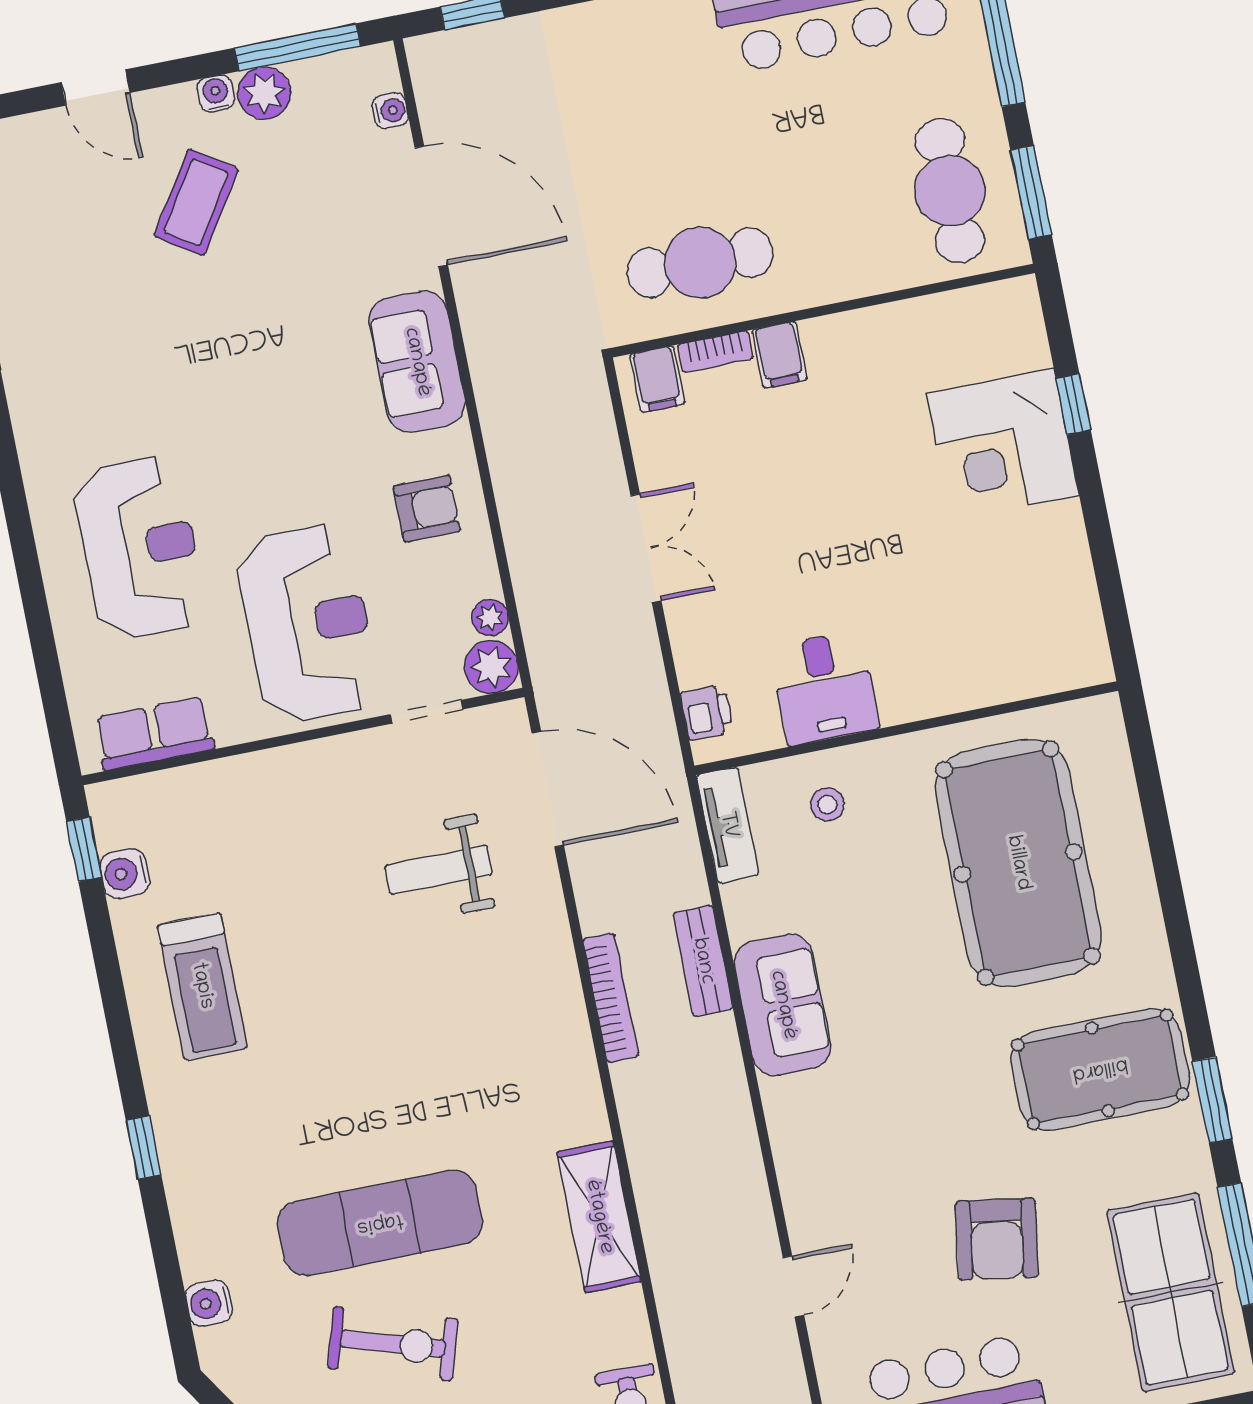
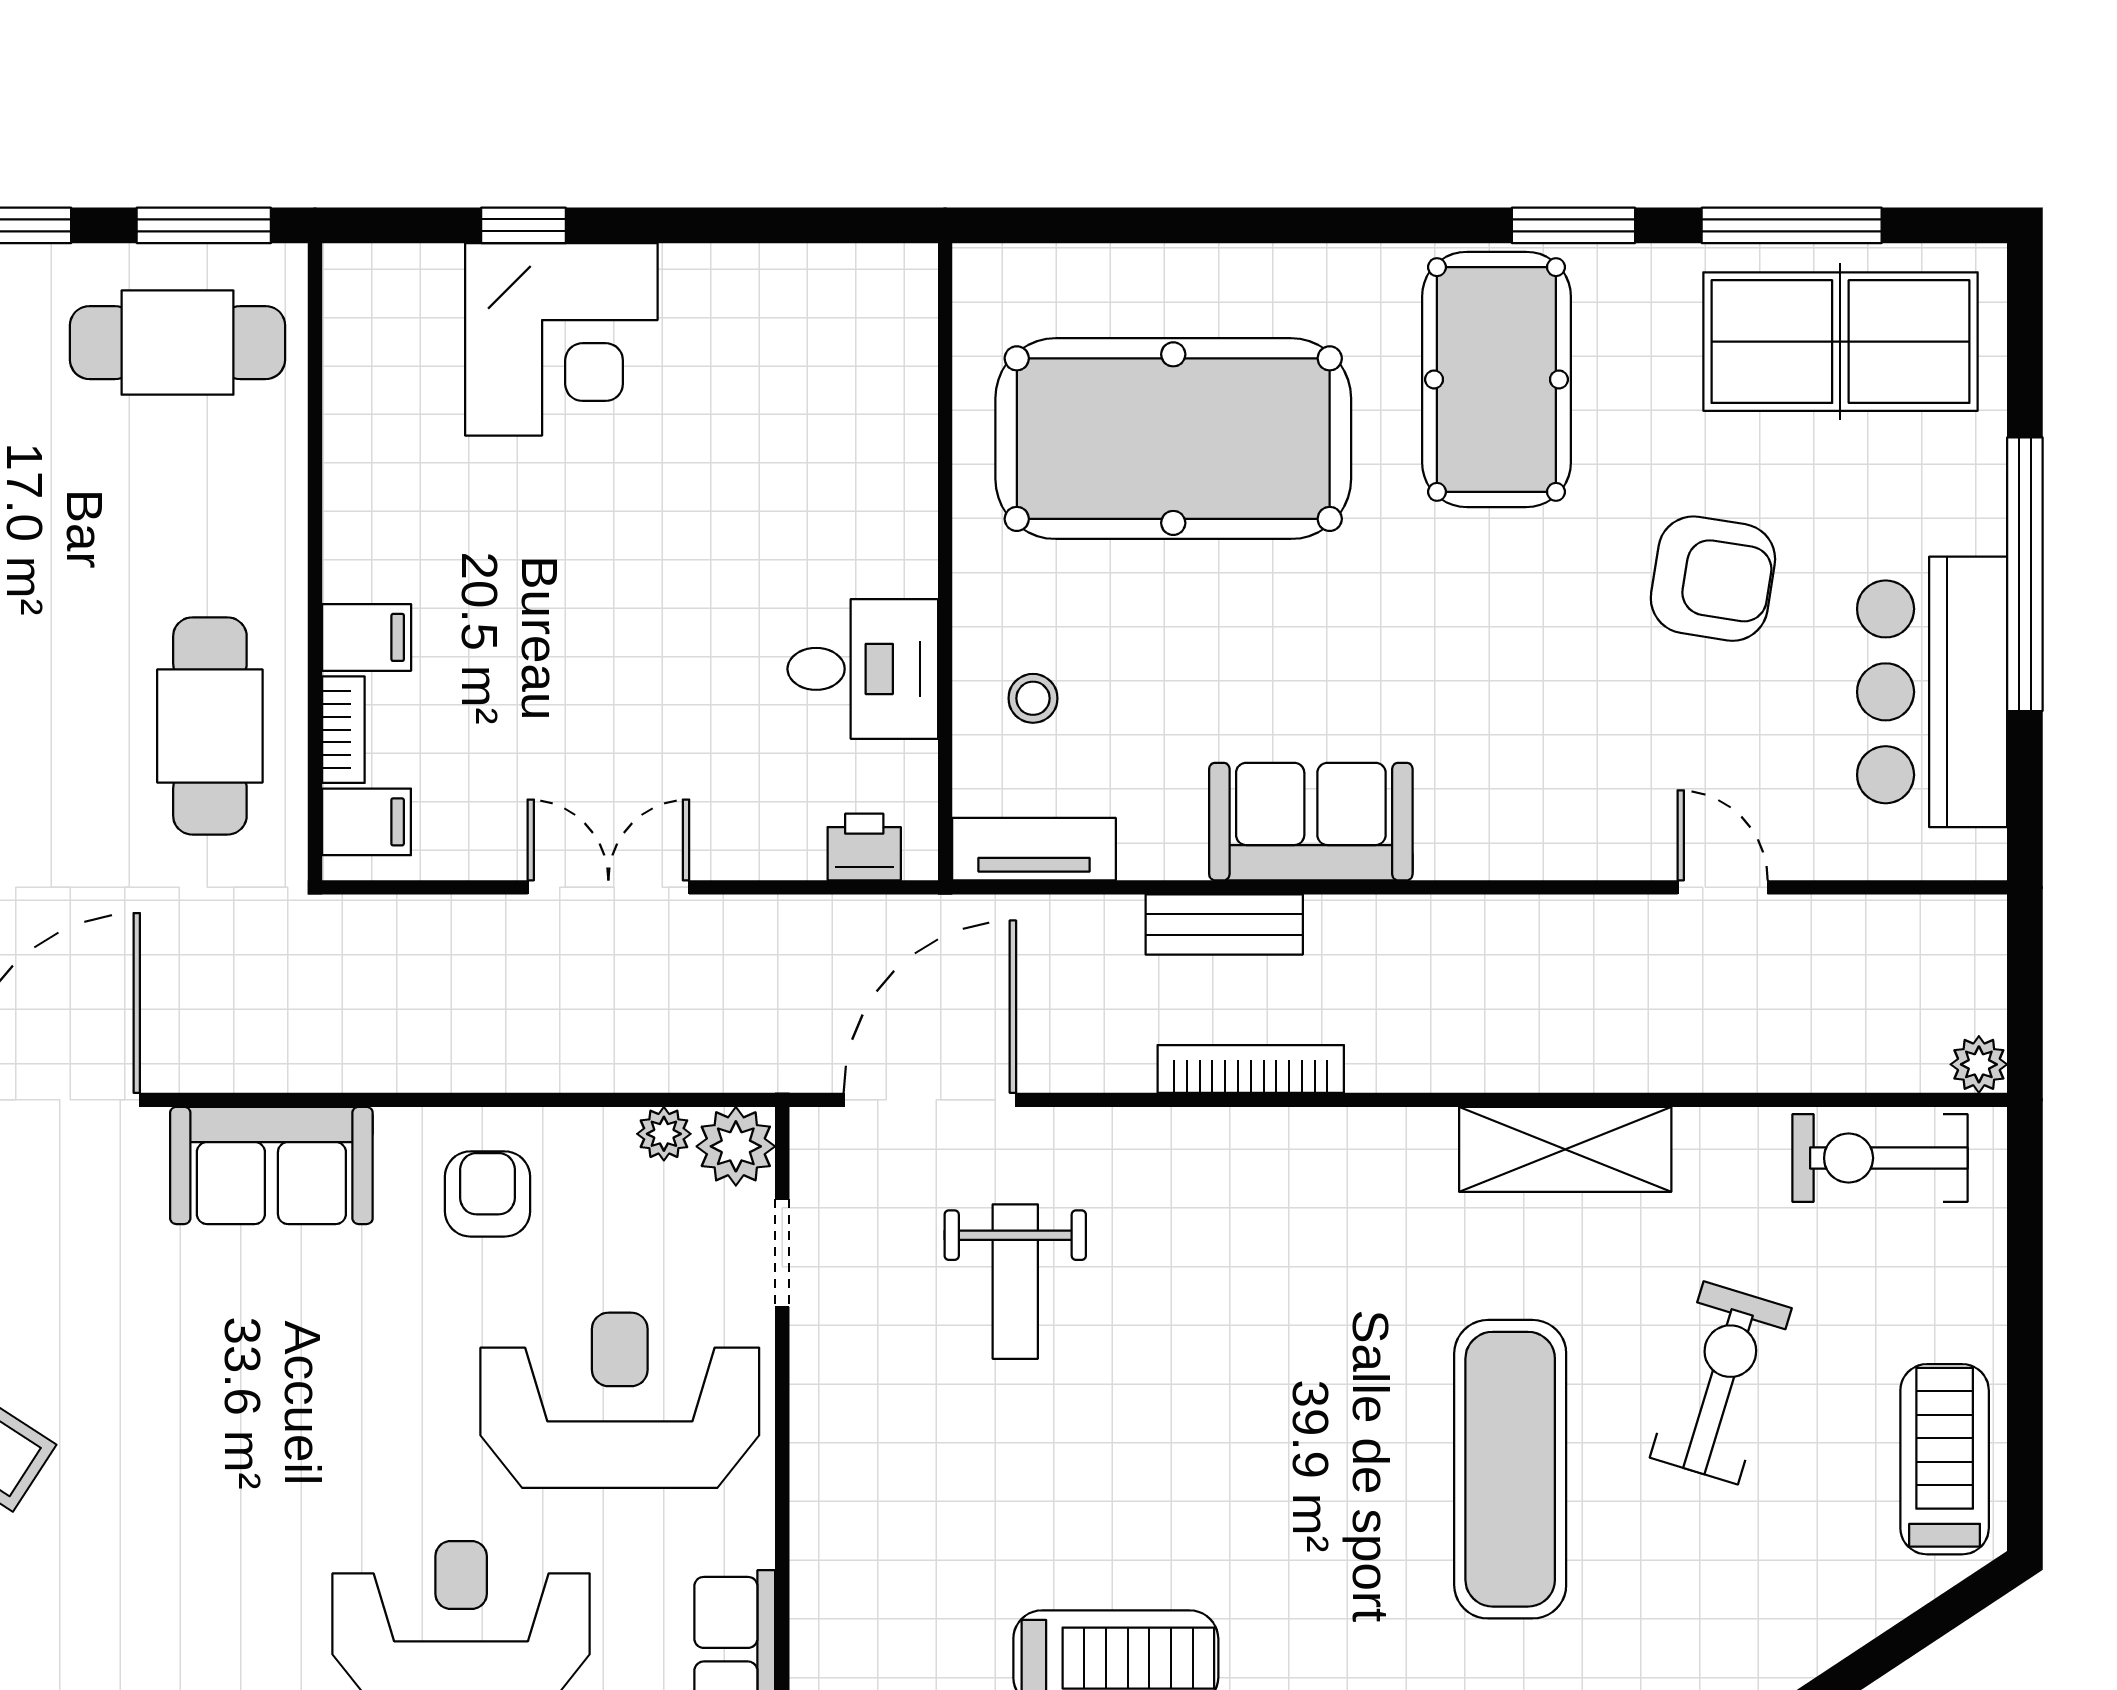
exercise bike: (393, 1344) -> (1721, 1383), moved

